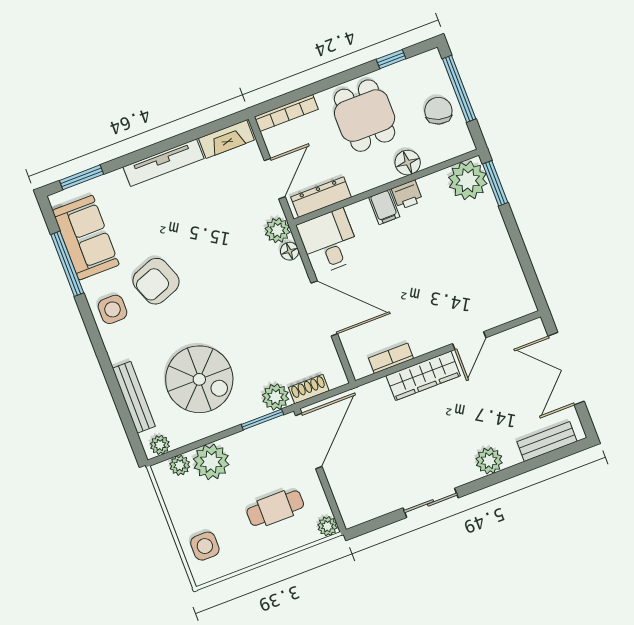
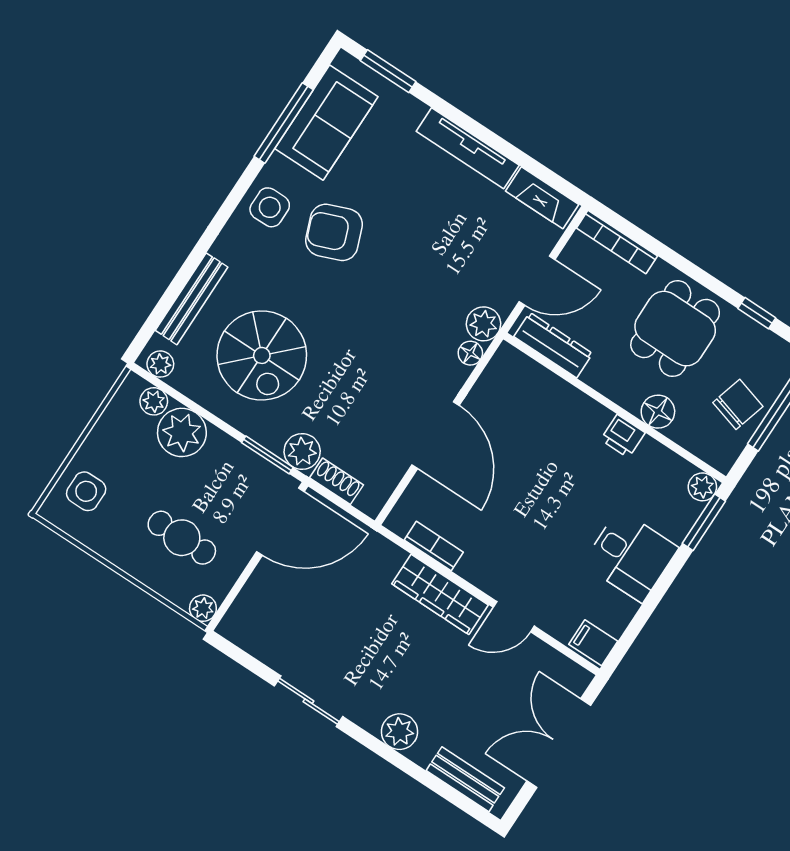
plant: (468, 180) -> (702, 487), width x0.53, depth x0.53
filing cabinet: (384, 207) -> (593, 643), moved, turned 90
desk: (329, 242) -> (630, 556), moved, turned 90

